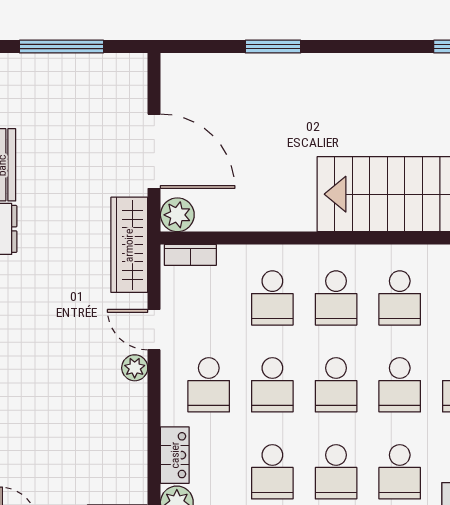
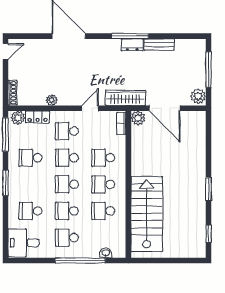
window: (273, 47) -> (208, 189), moved
plant: (125, 71) -> (198, 96), added
door: (154, 151) -> (165, 108), hinge flipped
plant: (135, 368) -> (52, 100), moved
school desk: (336, 472) -> (31, 184), removed

